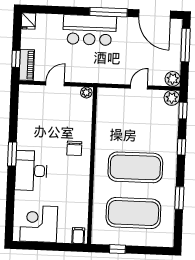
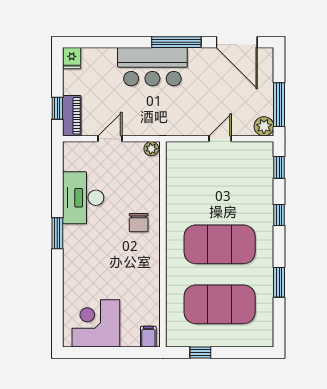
window: (186, 45) -> (279, 105), moved
plant: (172, 98) -> (264, 151), removed
desk: (31, 171) -> (83, 198), moved

